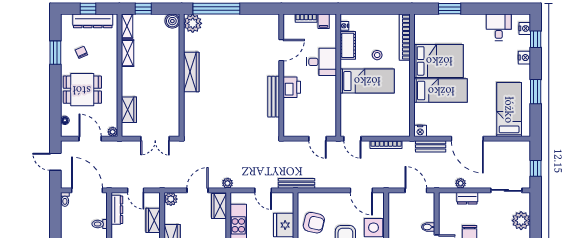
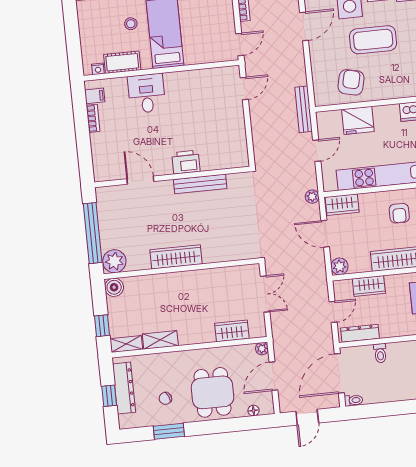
door: (281, 50) -> (140, 180), moved
wall: (281, 75) -> (172, 177), moved
printer: (292, 87) -> (186, 162), moved
bench: (274, 97) -> (200, 184), moved

